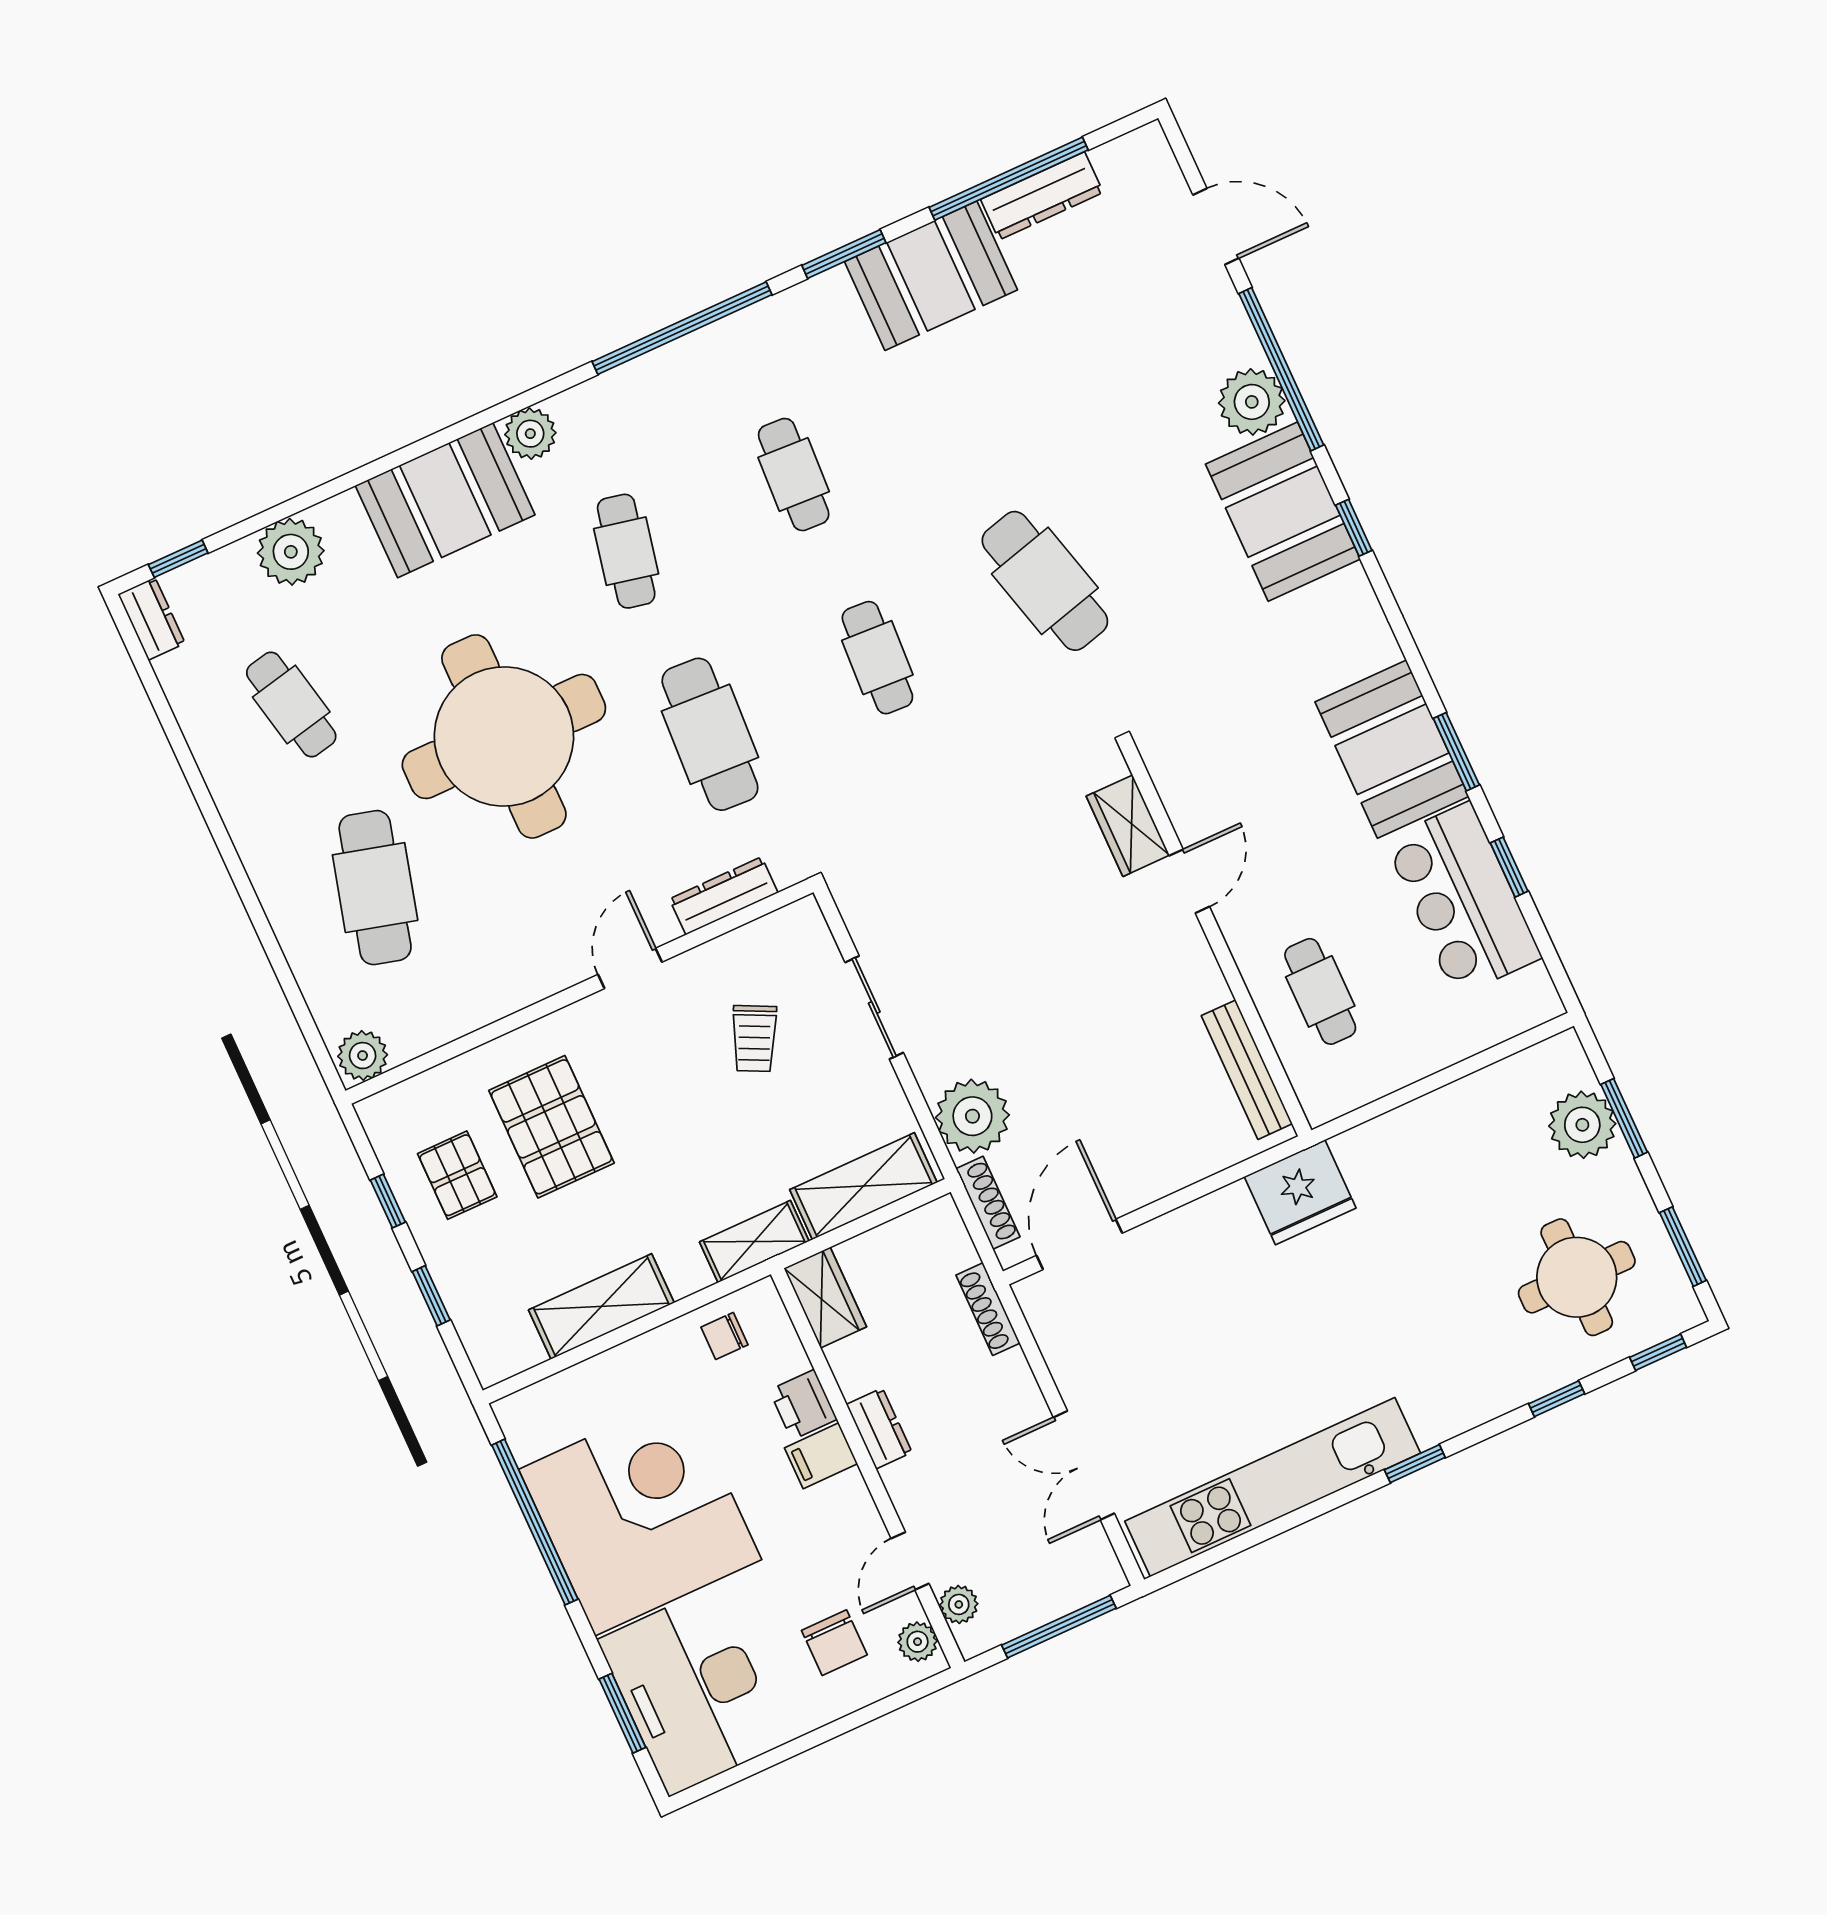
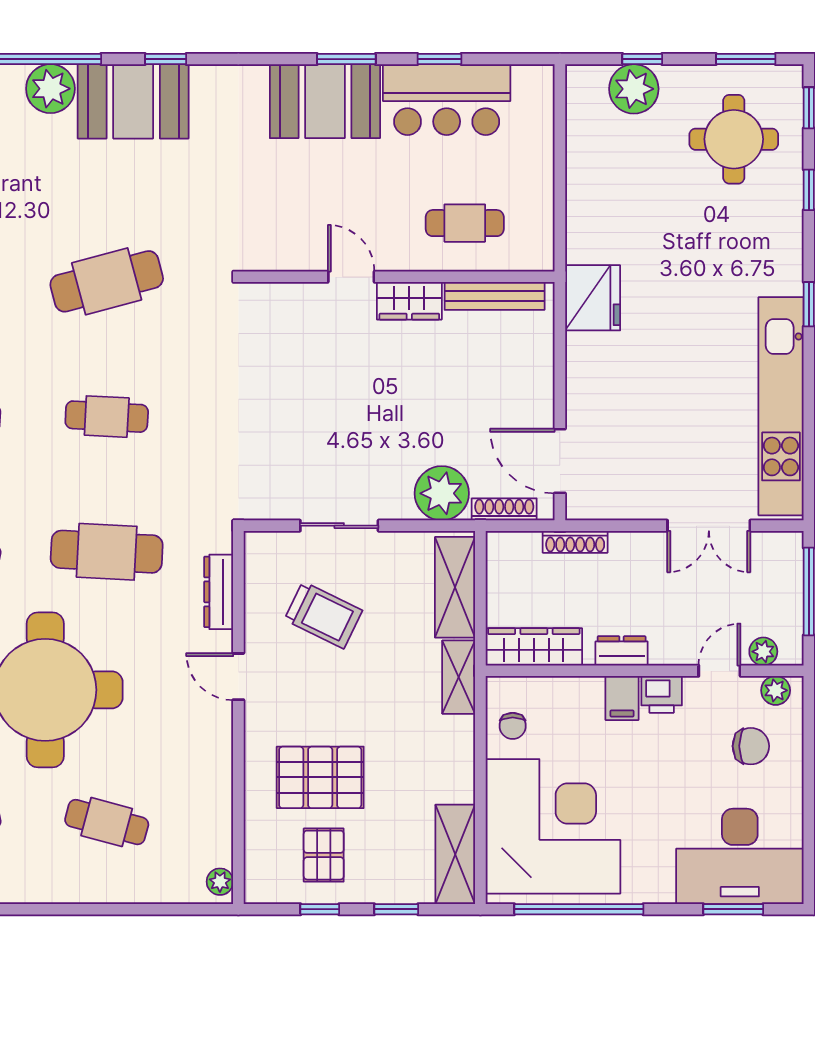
wardrobe: (1128, 826) -> (409, 301), moved
cafe table: (375, 888) -> (107, 822), width x0.73, depth x0.74
trolley: (754, 1039) -> (323, 615), width x1.36, depth x1.39
plant: (363, 1056) -> (220, 882), width x0.73, depth x0.73
window: (1624, 1118) -> (642, 59), width x0.67
pallet: (457, 1175) -> (324, 855), turned 90
wardrobe: (825, 1298) -> (534, 647), width x1.50
shelving: (601, 1306) -> (455, 854), moved
printer: (803, 1405) -> (662, 694), moved
corner desk: (640, 1514) -> (553, 826), moved, turned 90
door: (910, 1561) -> (719, 671), swing flipped

